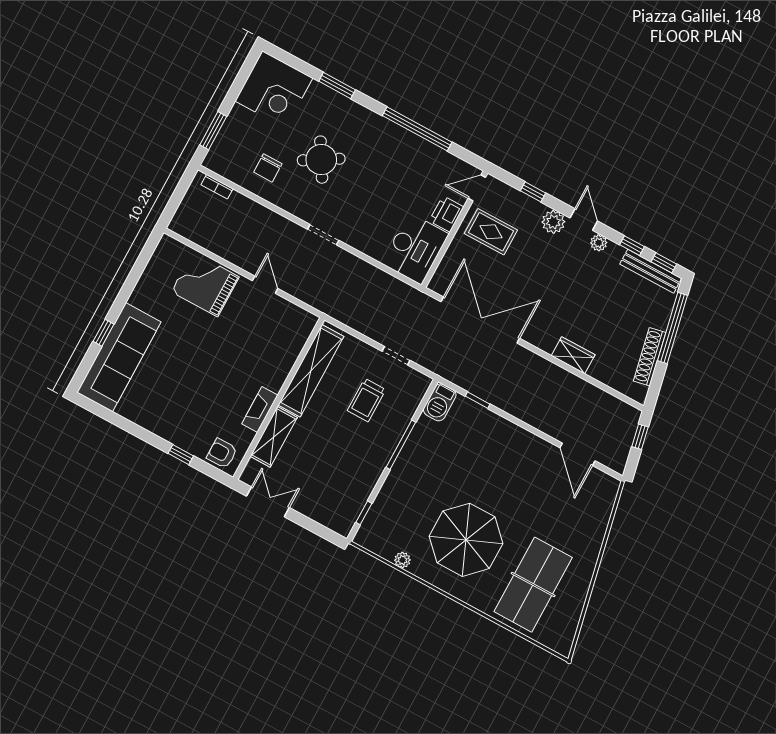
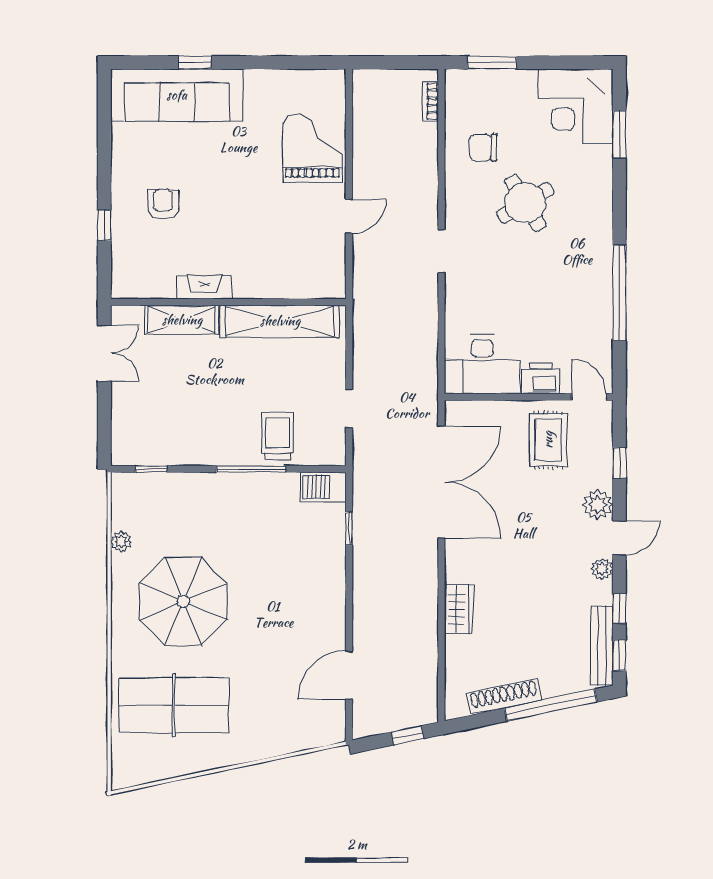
window: (337, 86) -> (619, 134), moved
trolley: (366, 400) -> (278, 436), moved, turned 90
armchair: (222, 453) -> (163, 205), moved

